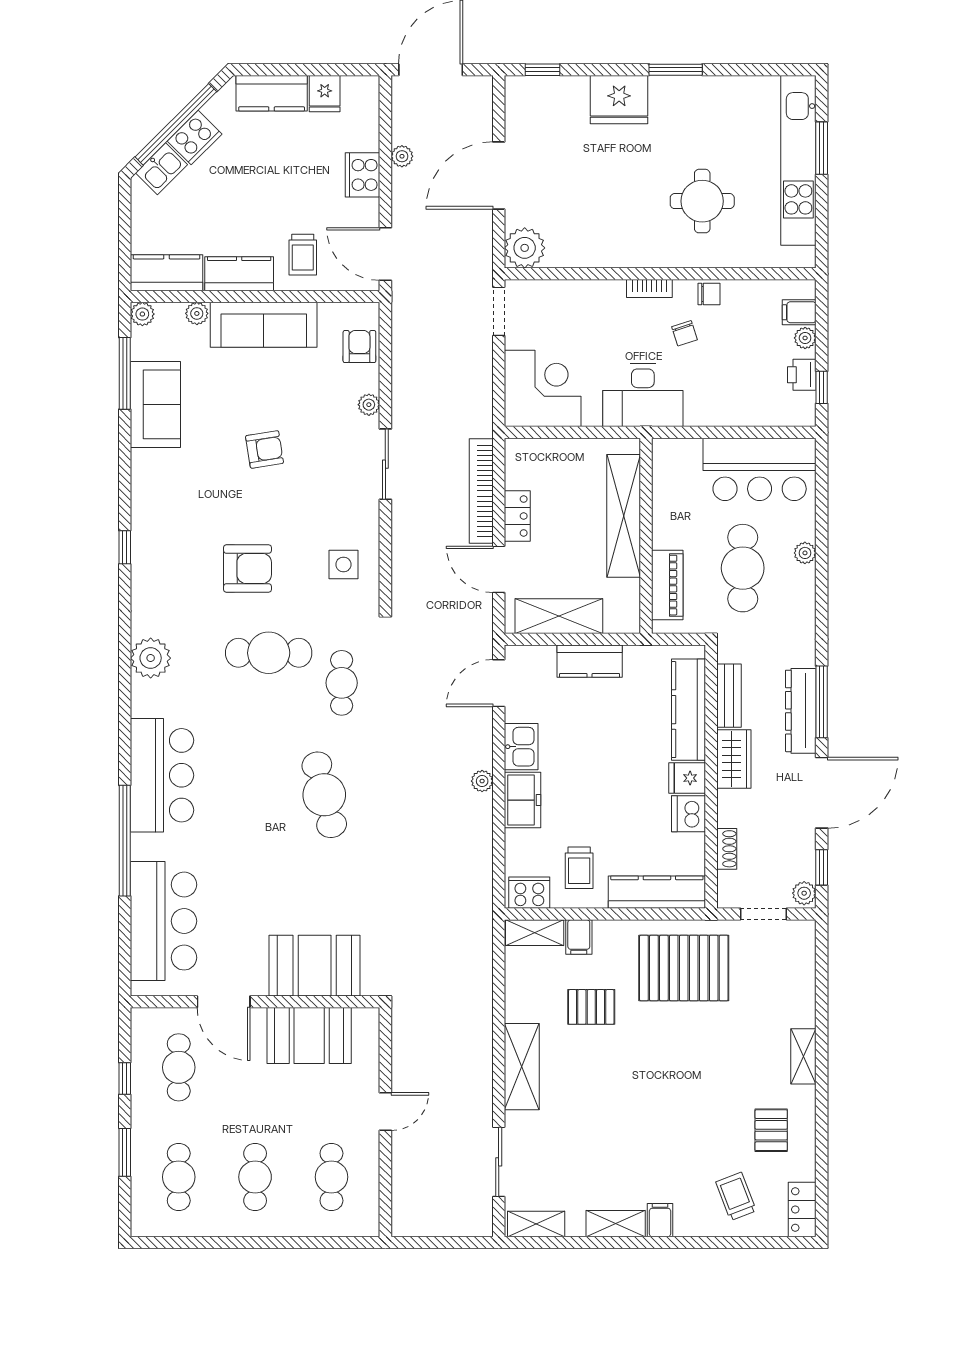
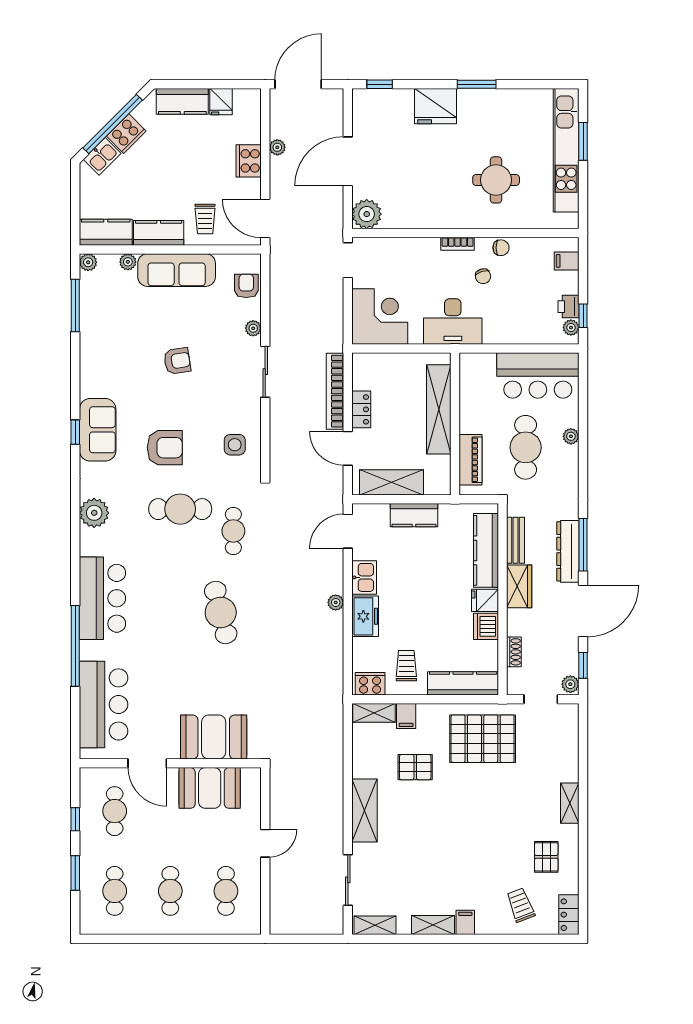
plant: (805, 338) -> (571, 328), moved
sofa: (155, 404) -> (98, 430), moved
trolley: (579, 868) -> (406, 666), turned 180

